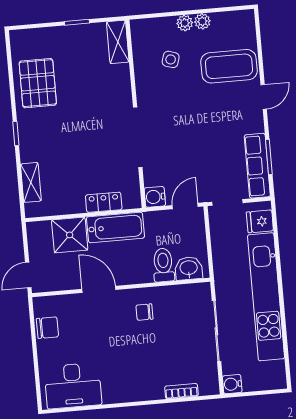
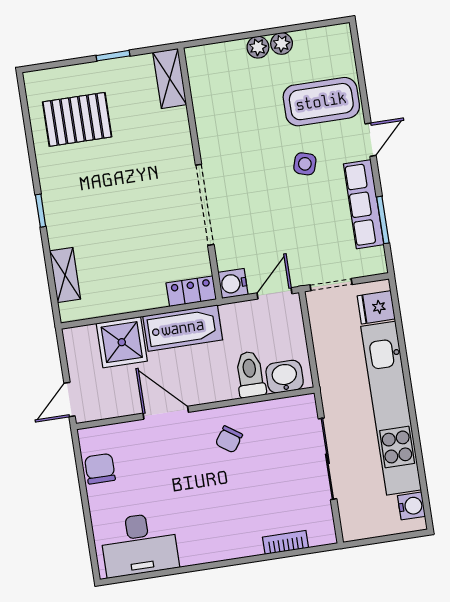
side table: (171, 59) -> (305, 164), moved
pallet: (38, 83) -> (77, 119), moved, turned 90
row of seats: (257, 166) -> (364, 204), moved
locker: (104, 202) -> (191, 291), moved
chair: (144, 312) -> (229, 439), turned -55
chair: (47, 328) -> (100, 469), turned -90
water cooler: (232, 384) -> (411, 506), moved, turned 180

